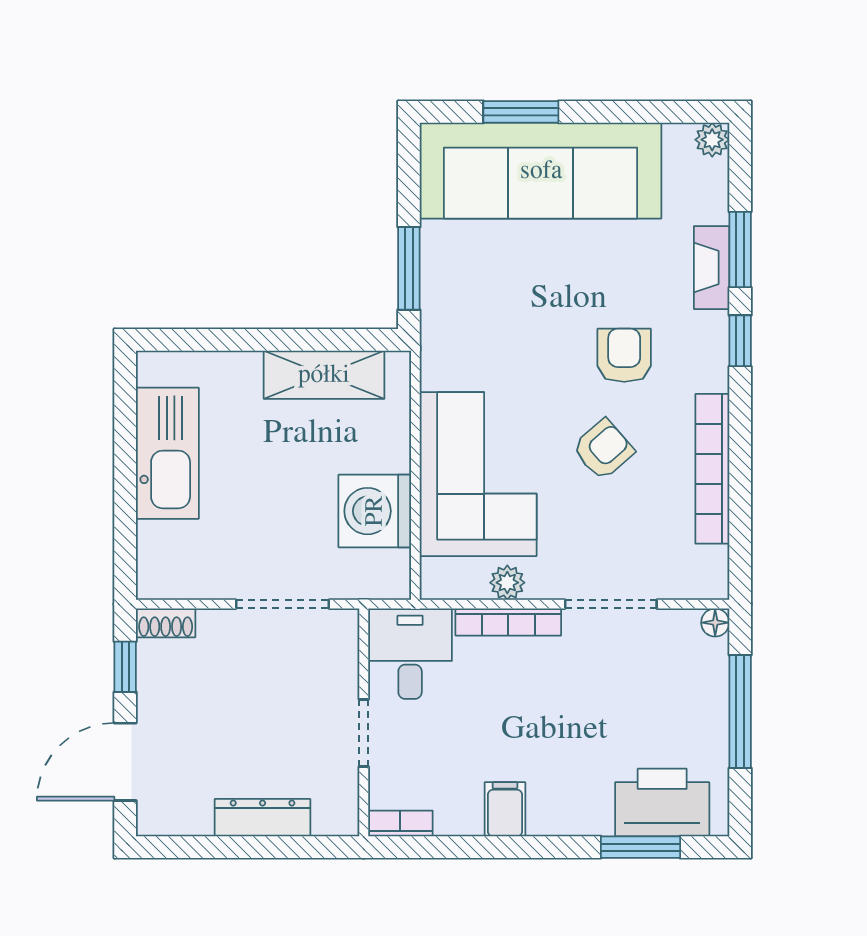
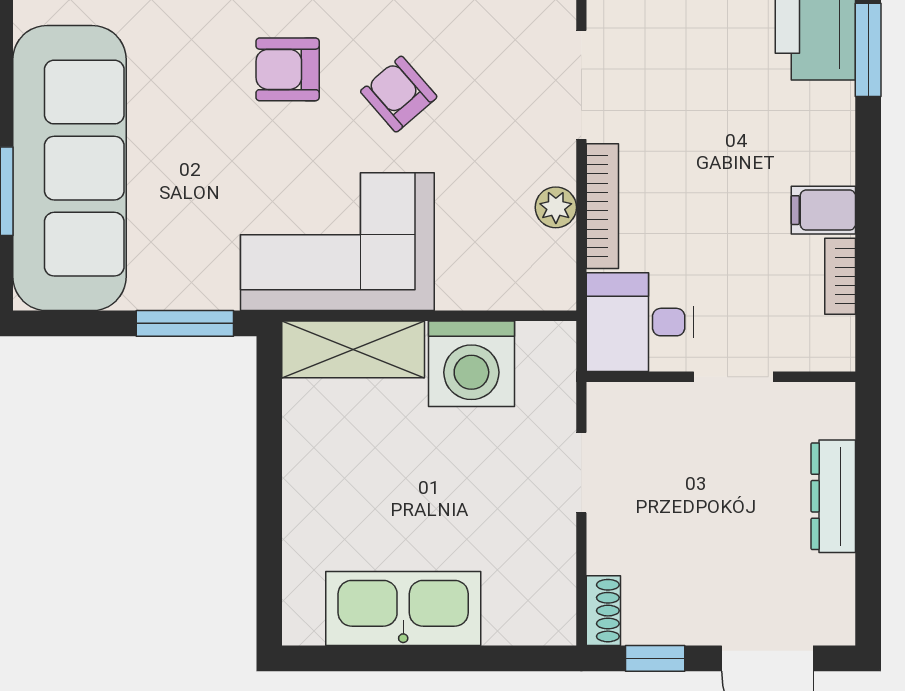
shelving: (324, 375) -> (353, 349), moved, turned 90
corner sofa: (478, 474) -> (337, 242), moved
doorway: (283, 604) -> (581, 473), width x0.73
bookcase: (400, 823) -> (840, 276), moved

